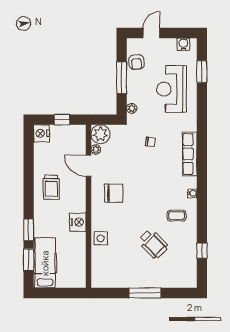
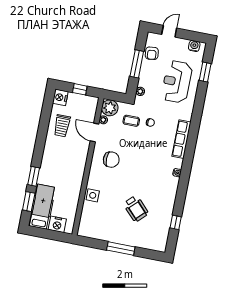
trolley: (51, 187) -> (62, 126), moved
coffee table: (177, 216) -> (131, 121), moved
nightstand: (78, 222) -> (57, 224), moved, turned 90

